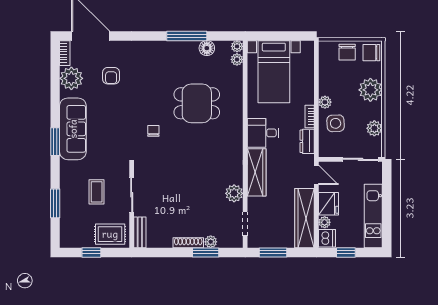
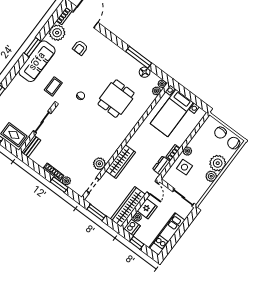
dining table: (197, 103) -> (116, 99), turned 90
plant: (374, 128) -> (211, 176), moved
desk: (263, 133) -> (140, 142), removed
window: (55, 142) -> (32, 47), moved
coffee table: (97, 192) -> (53, 86), moved

